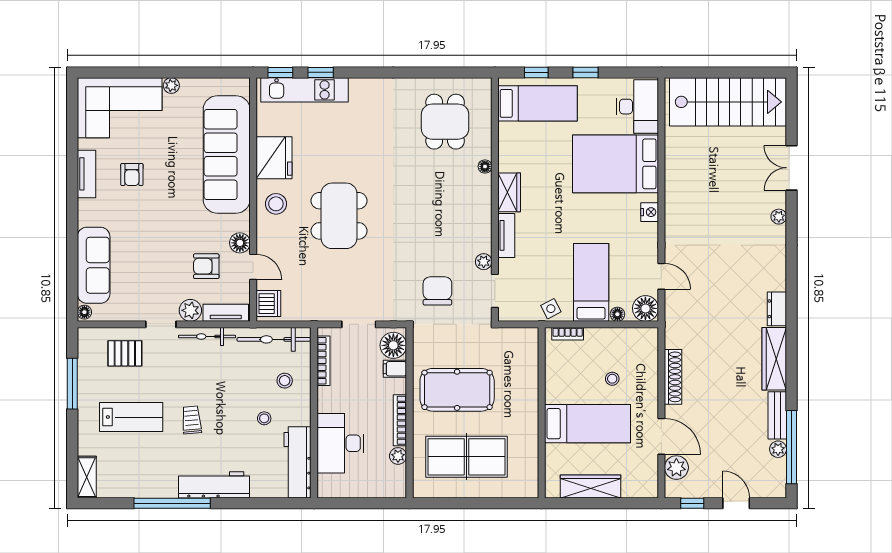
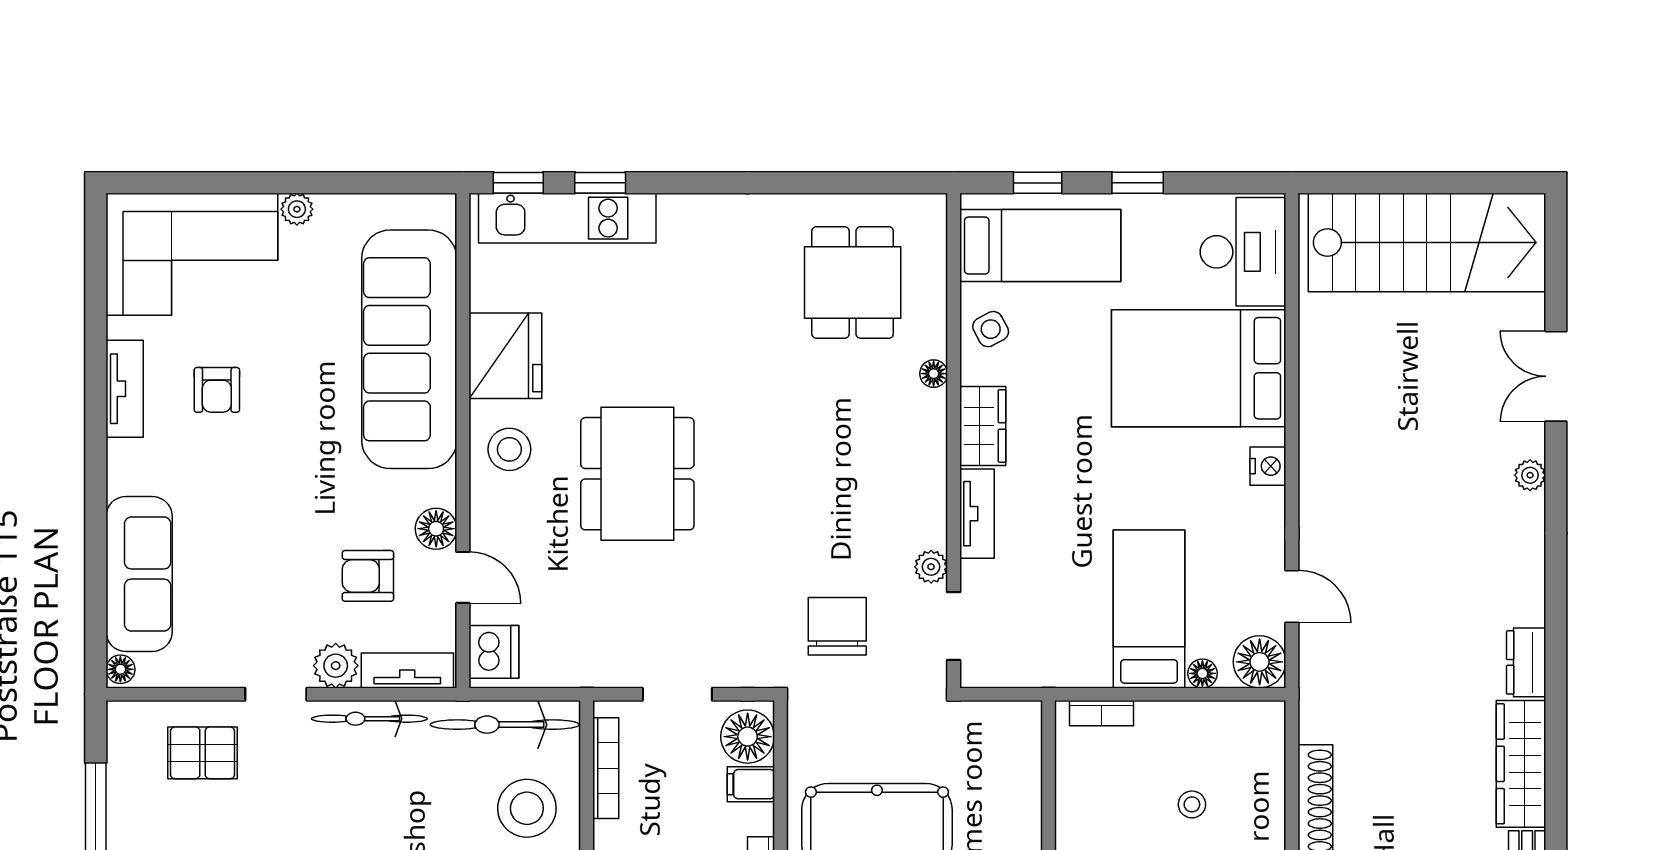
side table: (551, 309) -> (991, 329), moved
stool: (285, 381) -> (527, 808), width x1.89, depth x1.89

